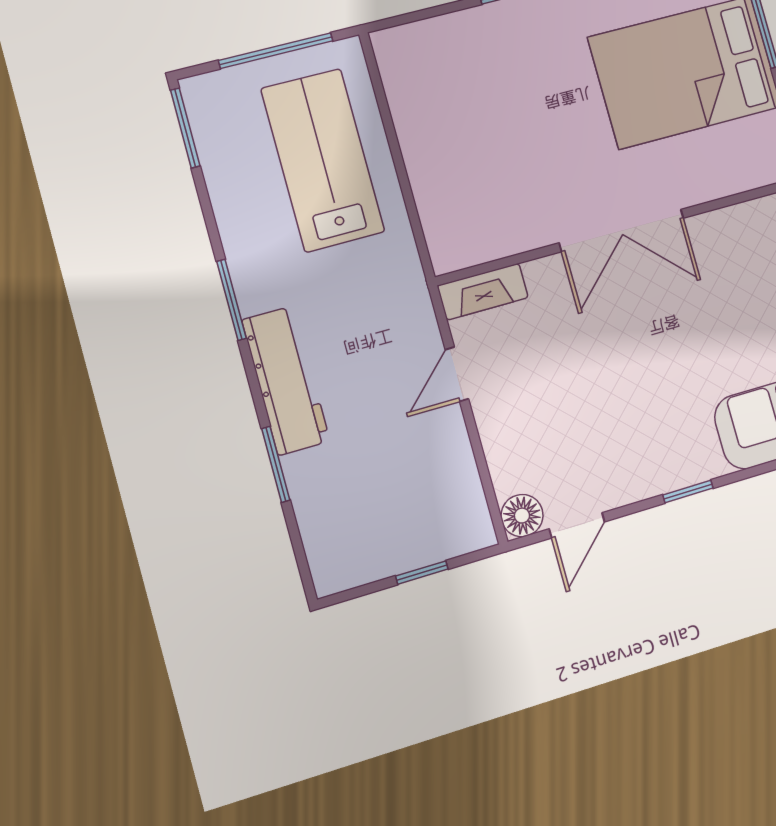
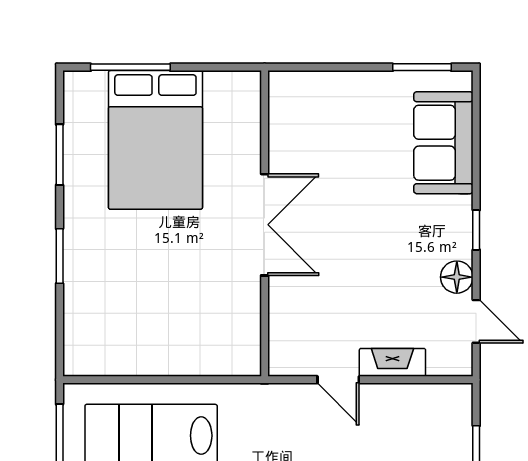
fireplace: (483, 292) -> (392, 362), moved, turned -90
floor lamp: (522, 516) -> (457, 277), moved

